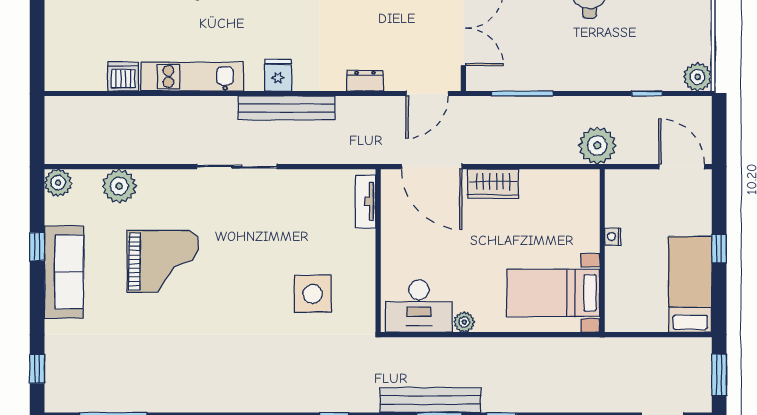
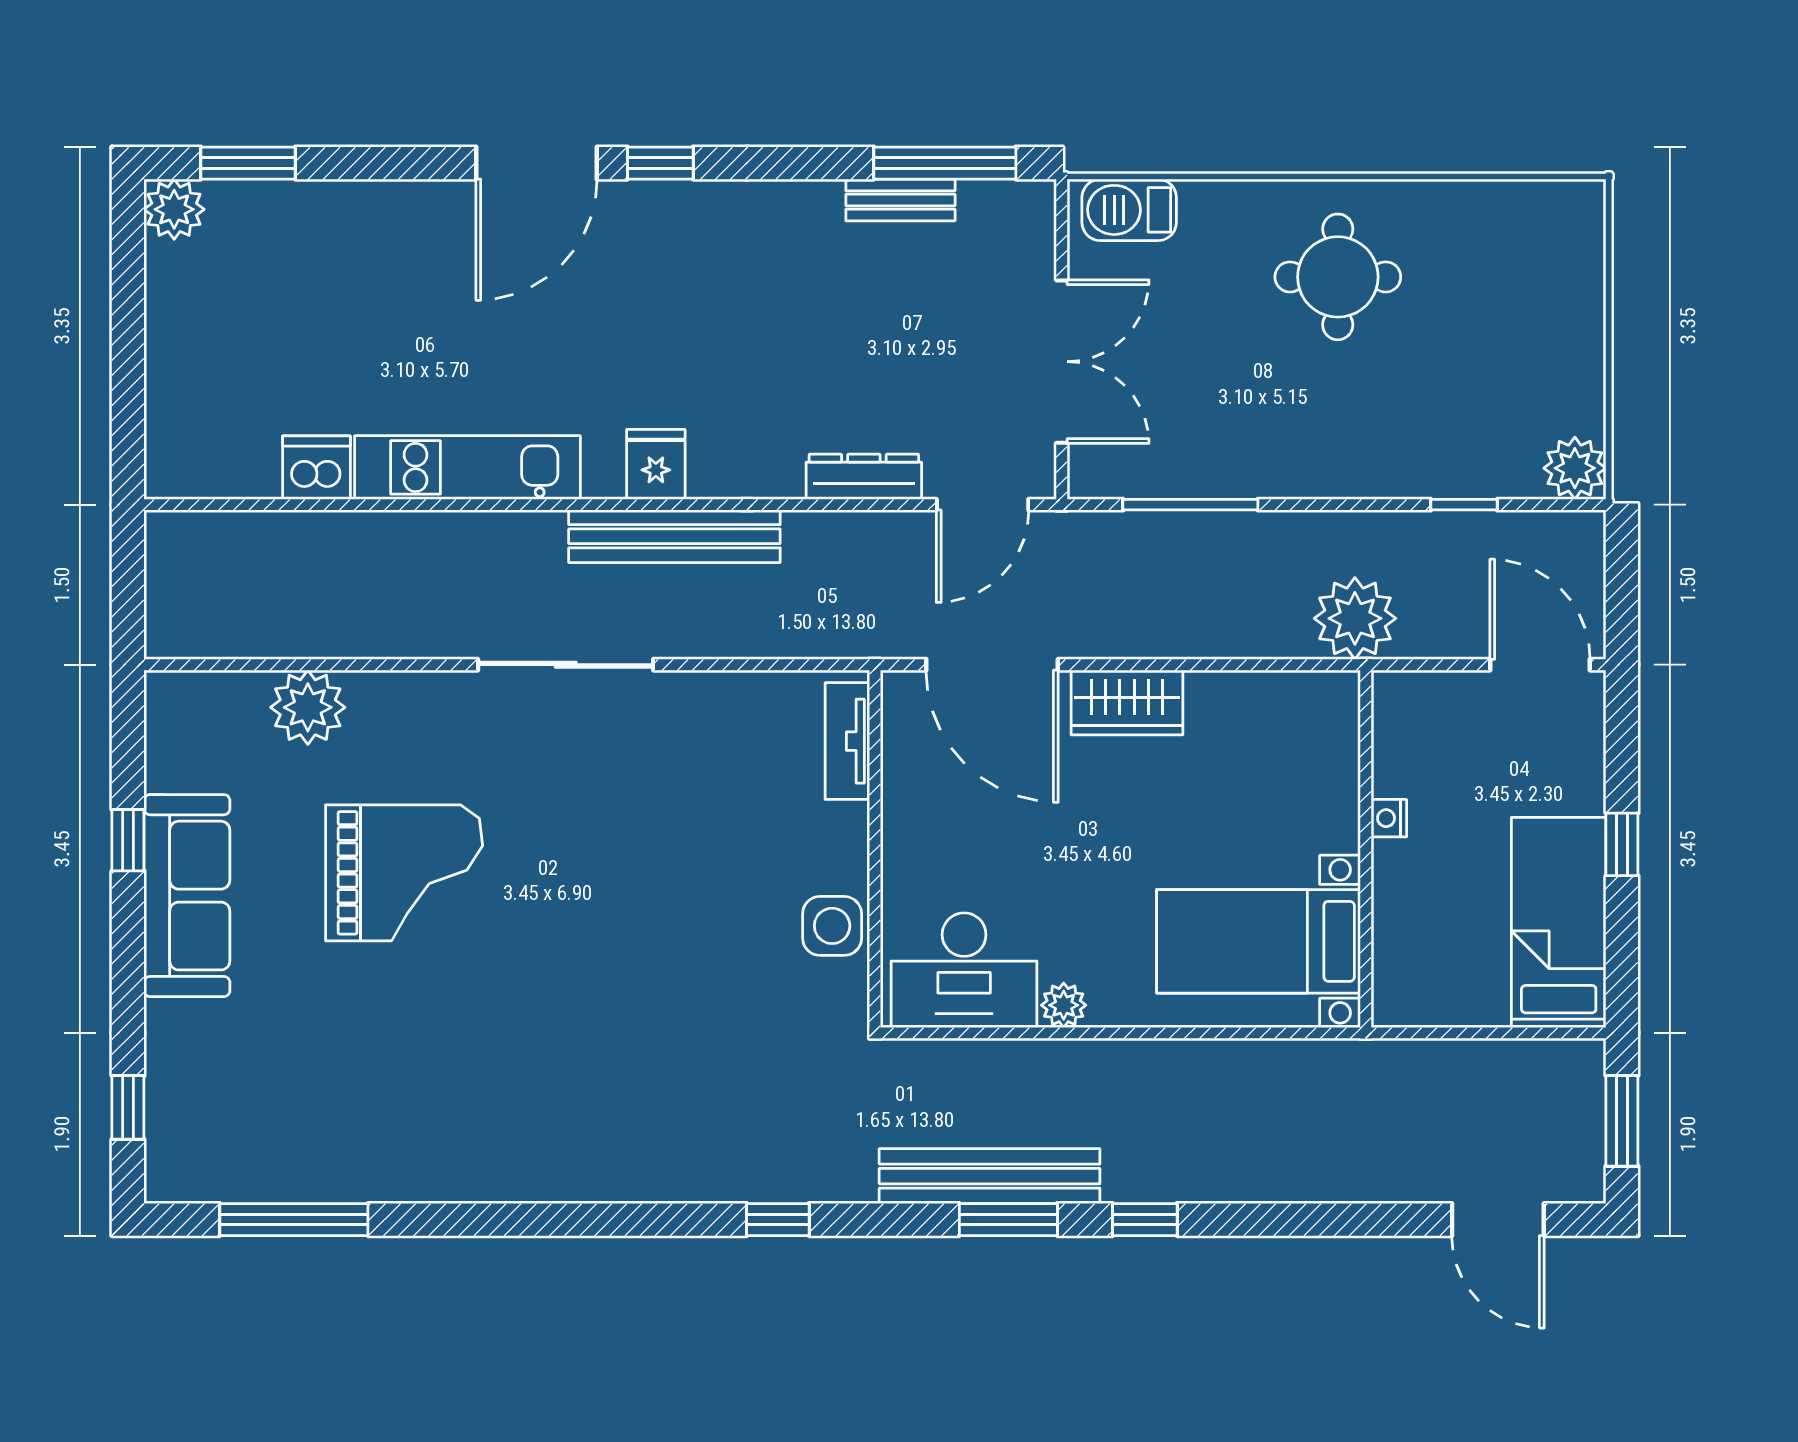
dresser: (365, 81) -> (864, 477), width x1.44
plant: (58, 183) -> (174, 700), removed
side table: (313, 294) -> (832, 926), moved, width x0.73, depth x0.73

